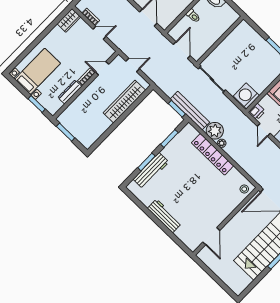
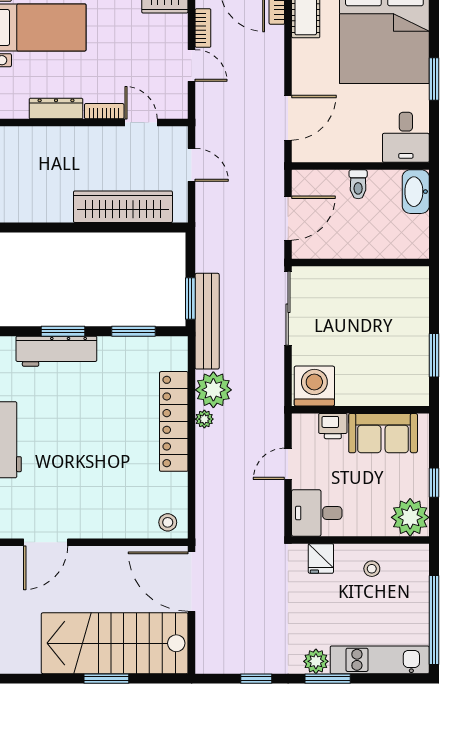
printer: (257, 112) -> (333, 426), moved

